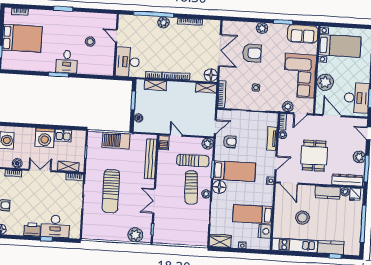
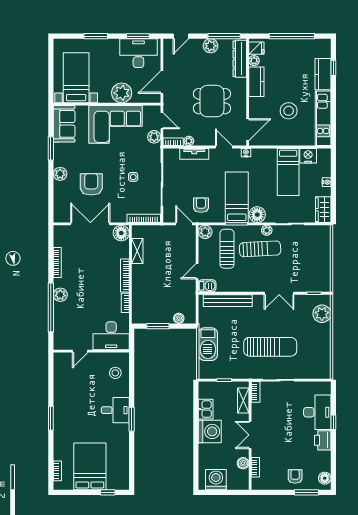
stool: (90, 42) -> (115, 373), moved
shelving: (156, 85) -> (138, 300), removed
shelving: (206, 88) -> (137, 251), moved

